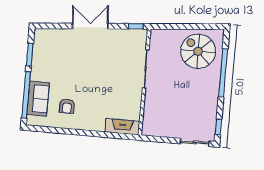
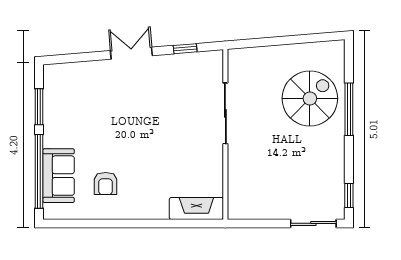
double door: (90, 26) -> (131, 53), width x0.73
window: (136, 26) -> (185, 49), moved
spiral stairs: (198, 51) -> (310, 98), moved, turned 90
window: (223, 73) -> (349, 109), width x0.68

